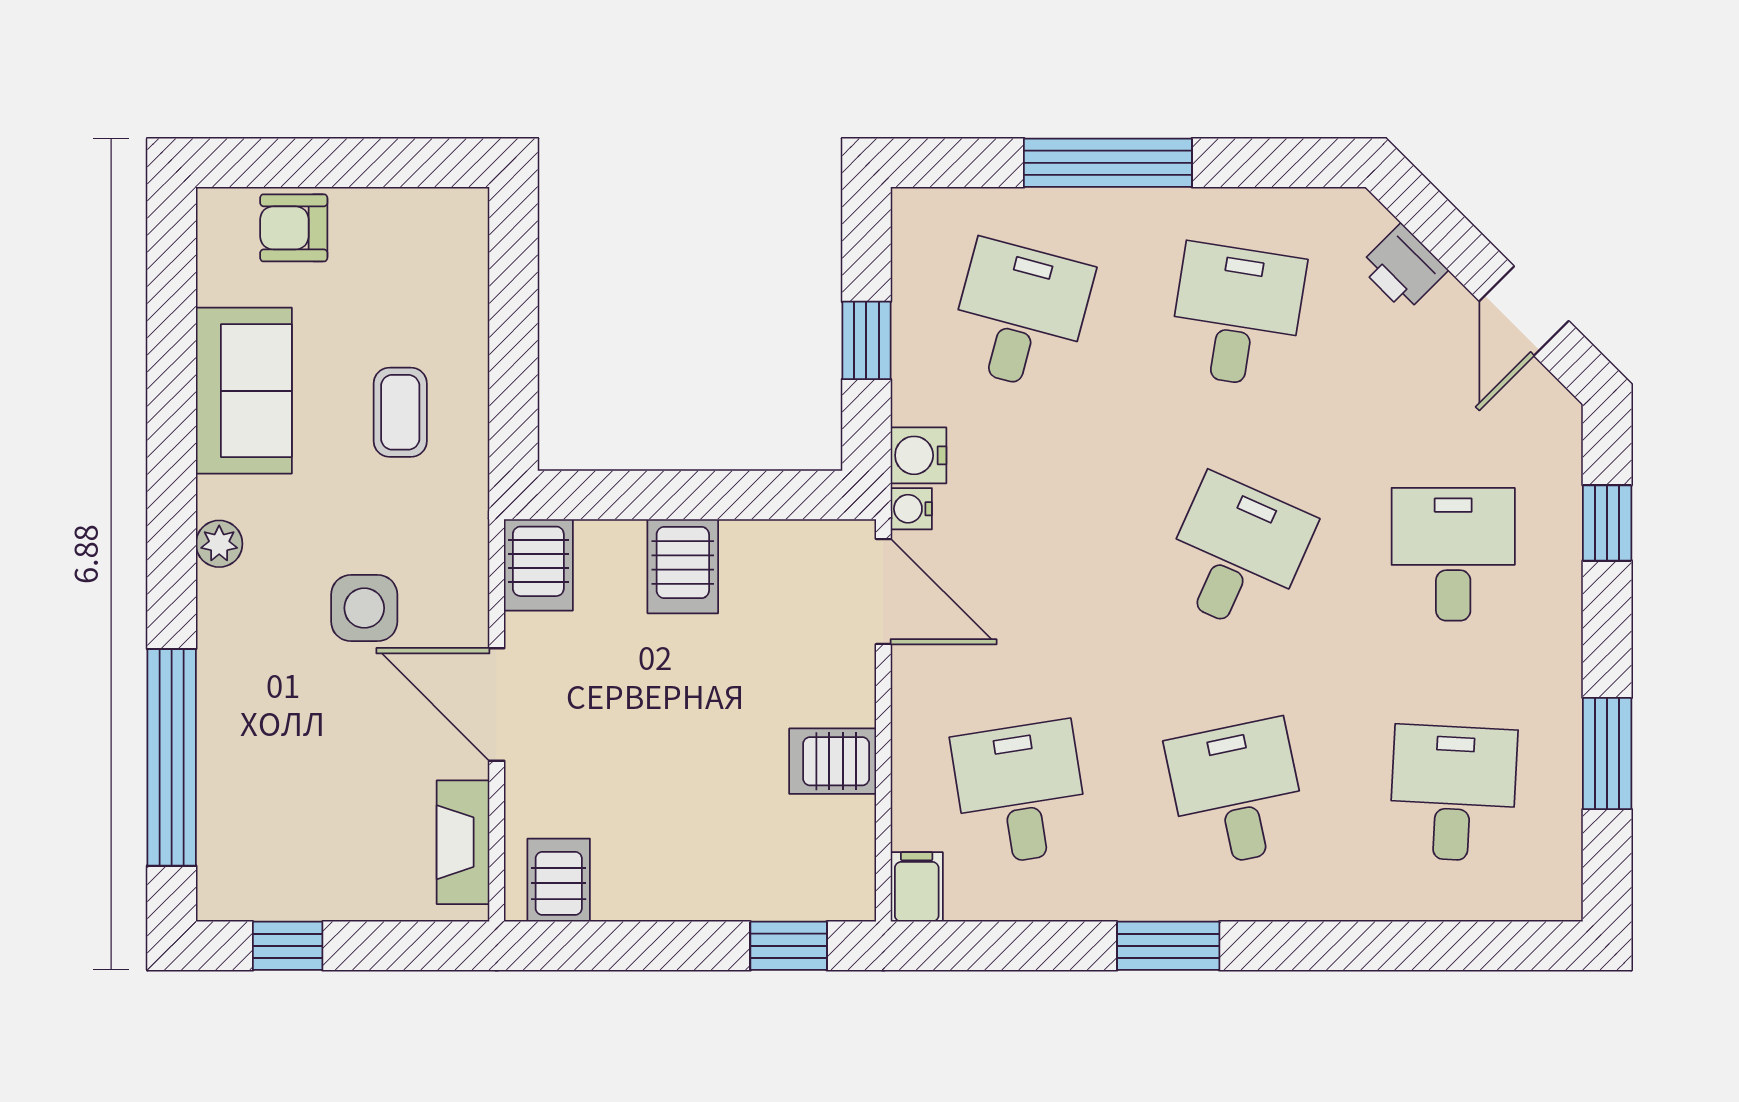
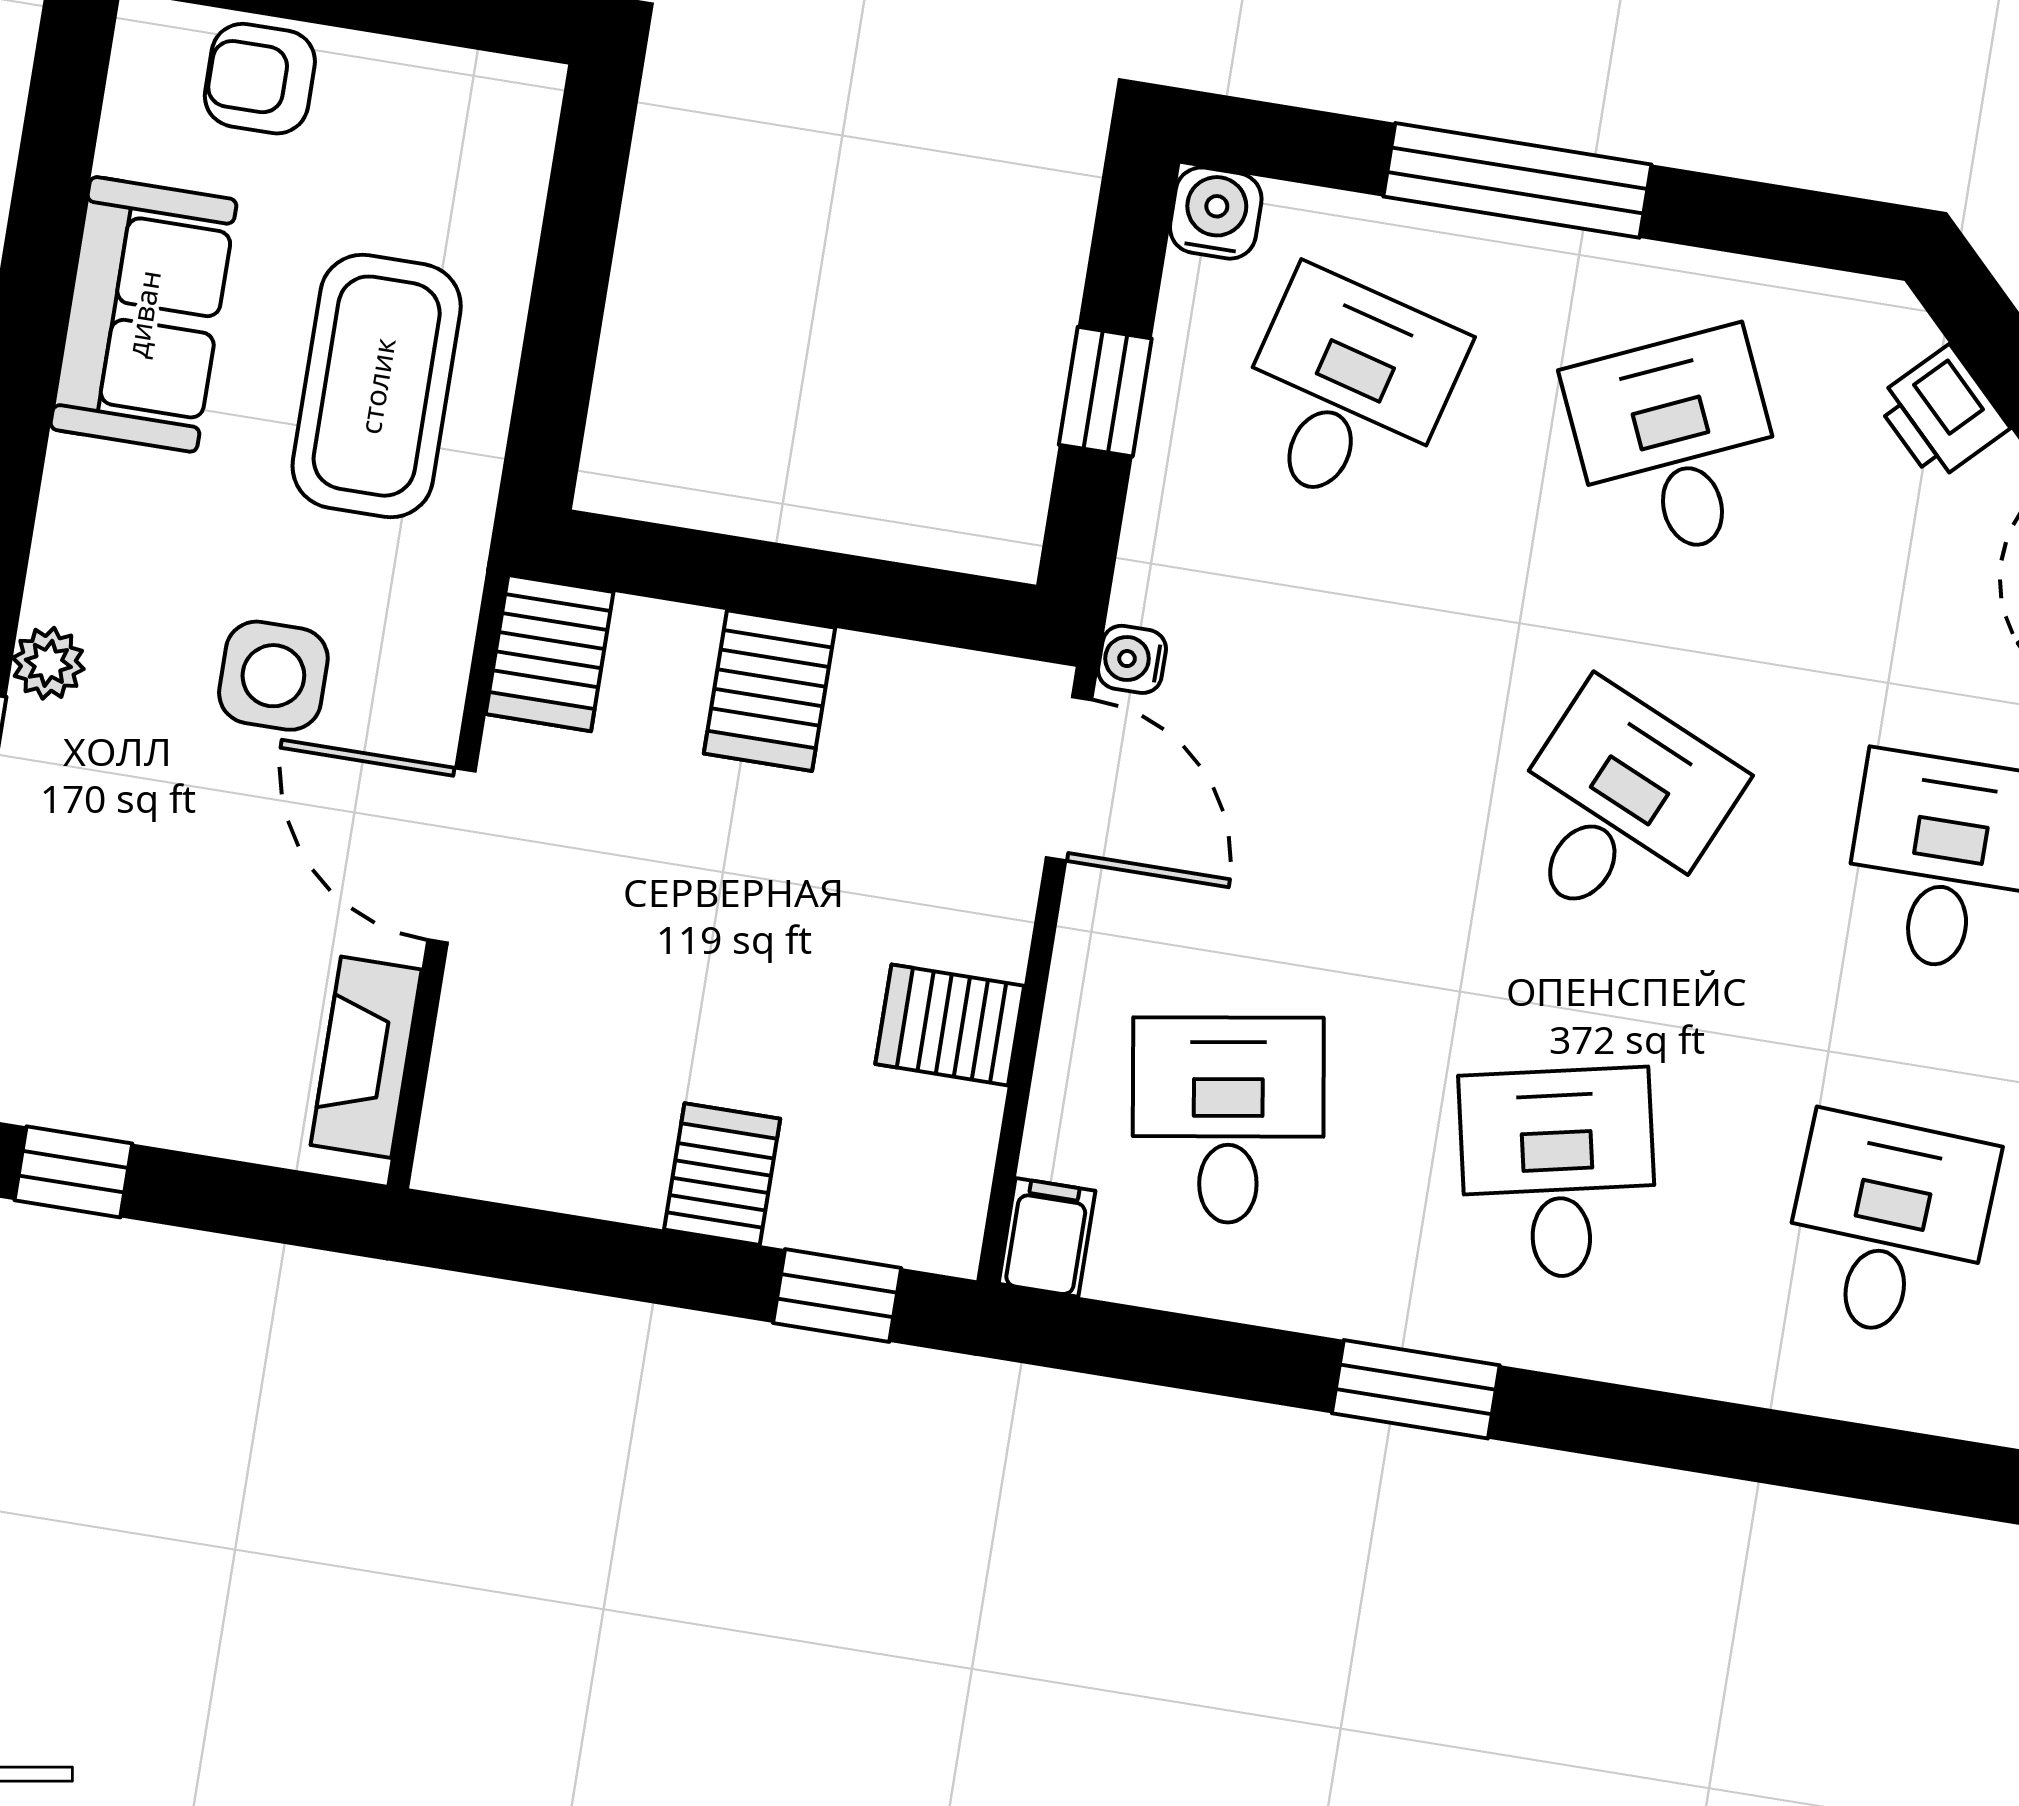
desk: (1237, 315) -> (1676, 445), turned -33
coffee table: (400, 412) -> (377, 386), width x1.86, depth x1.72
water cooler: (919, 455) -> (1216, 213), moved, turned 90
plant: (219, 544) -> (48, 663), moved
server rack: (559, 880) -> (722, 1174), moved

